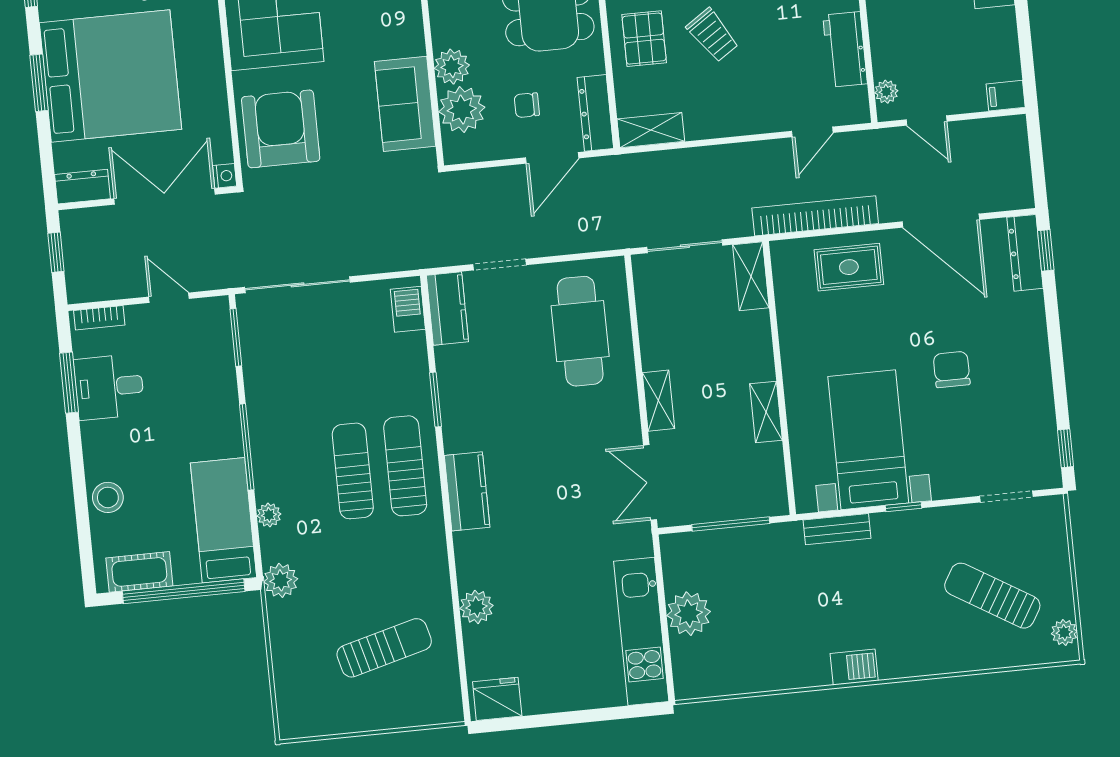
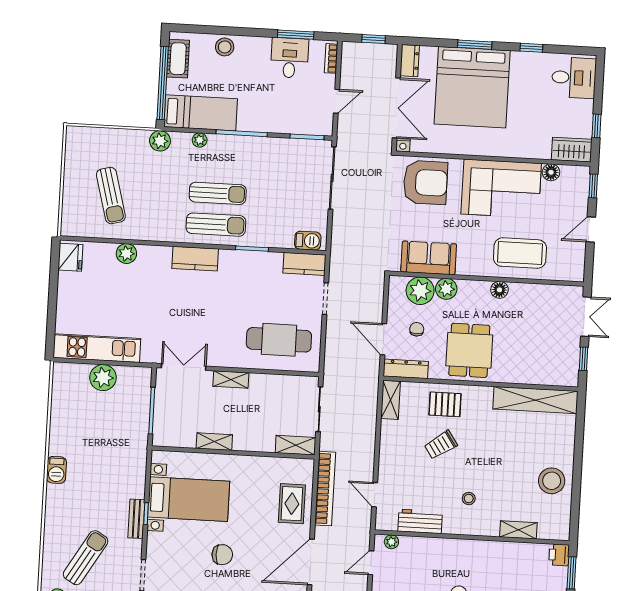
bench: (837, 529) -> (136, 519), moved

